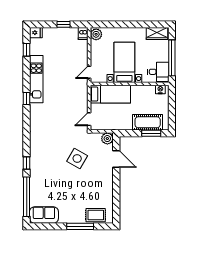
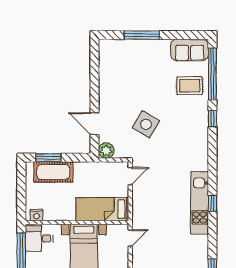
kitchen unit: (36, 79) -> (200, 203), moved
rug: (96, 215) -> (190, 86), moved

